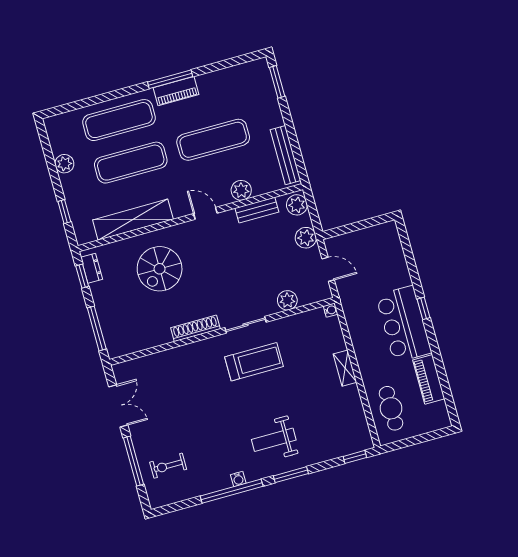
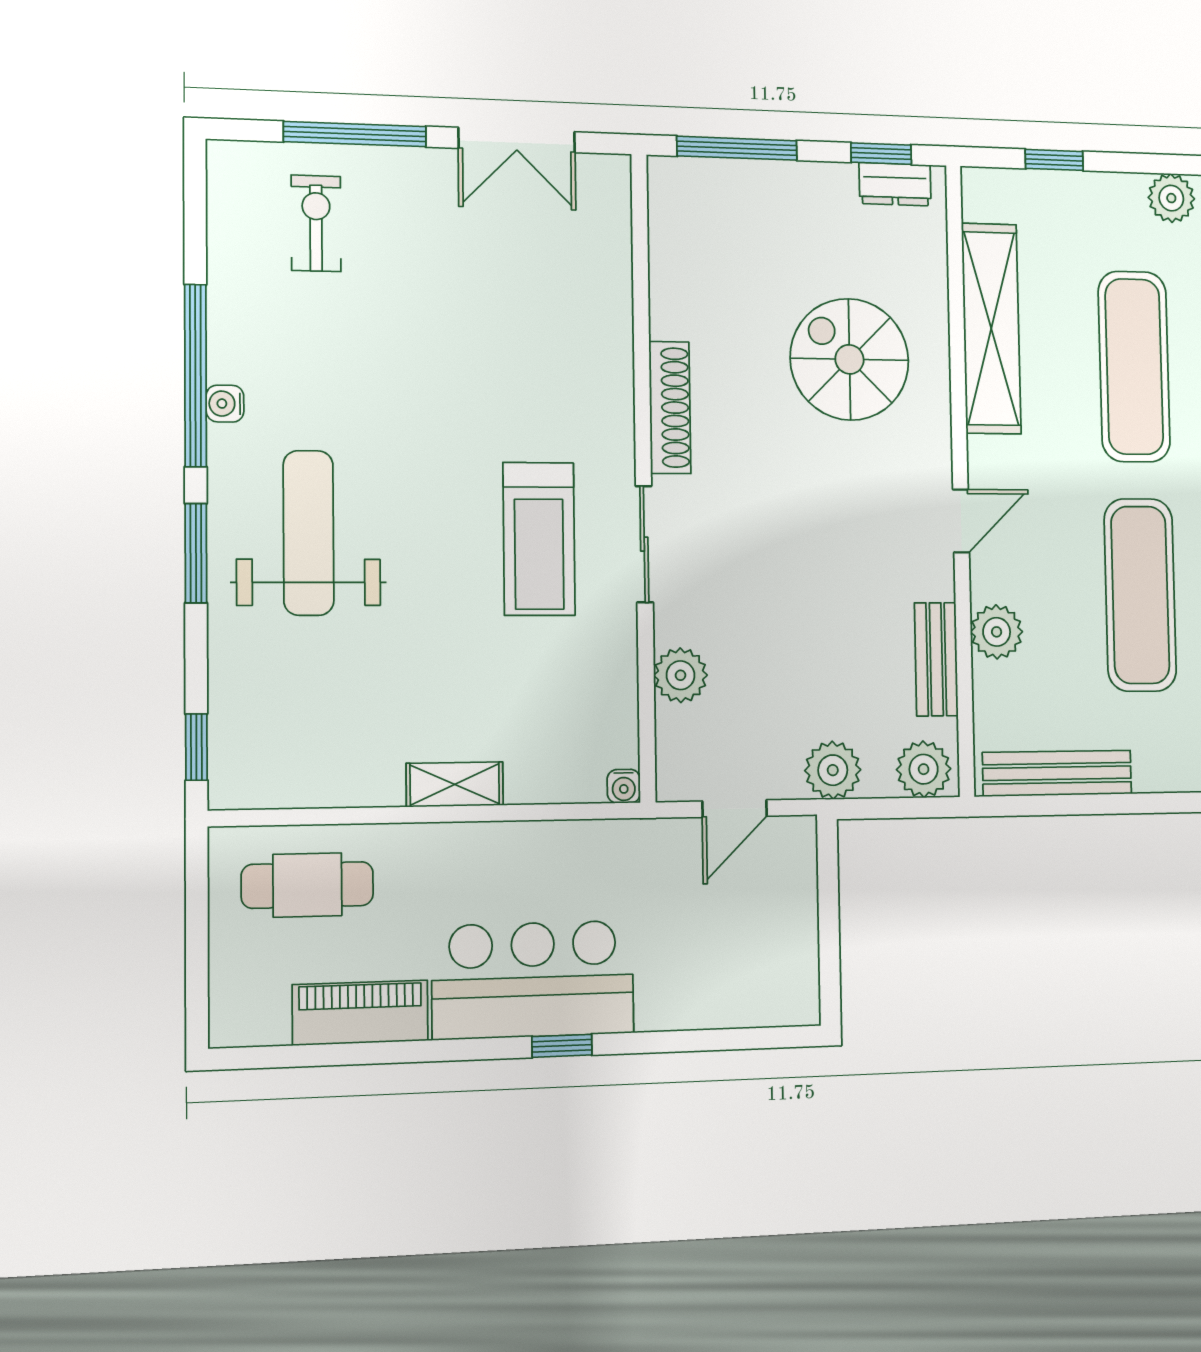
weight bench: (274, 440) -> (308, 533), width x1.36, depth x1.33

